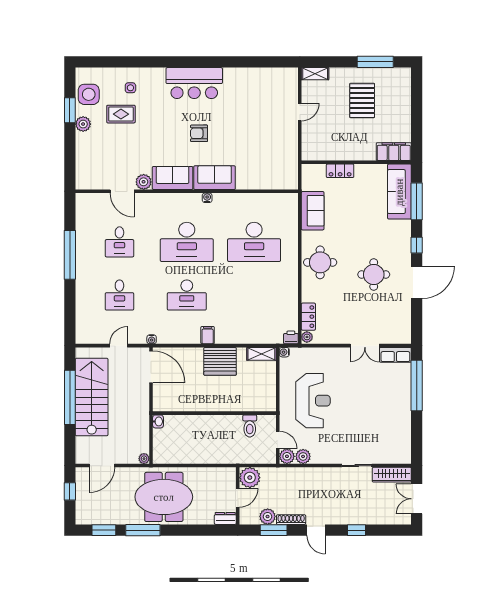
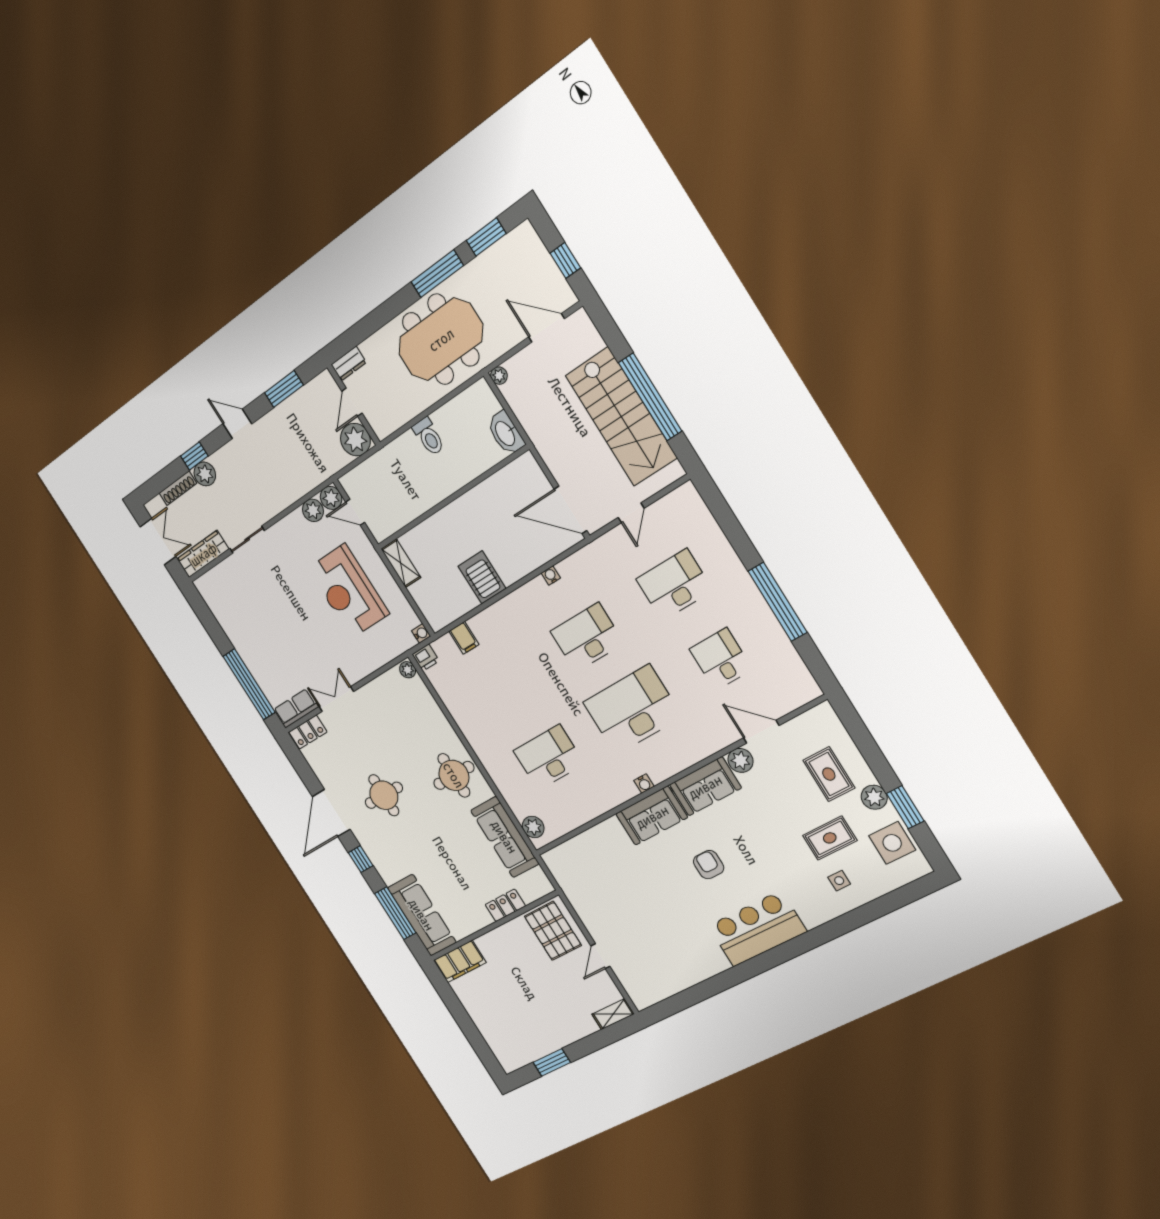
window: (375, 62) -> (552, 1062), width x0.69
pallet: (362, 101) -> (553, 931), moved
armchair: (199, 133) -> (709, 865), turned -90
rug: (100, 149) -> (829, 774), added
plant: (291, 208) -> (533, 827), added
sofa: (313, 211) -> (505, 837), width x1.36
desk: (254, 242) -> (549, 757), width x0.73, depth x0.77
desk: (119, 295) -> (674, 585), width x1.37
locker: (308, 317) -> (308, 732), moved, turned -90
filing cabinet: (208, 335) -> (464, 638), moved
water cooler: (152, 339) -> (551, 576), moved
shelving: (261, 354) -> (401, 563), moved, turned 90
server rack: (220, 361) -> (482, 577), width x0.63
washbasin: (158, 421) -> (506, 433), width x1.91, depth x1.45
toilet: (250, 426) -> (429, 437), moved, turned 180
door: (102, 466) -> (547, 328), hinge flipped
plant: (268, 517) -> (205, 474), moved
shoe rack: (291, 520) -> (178, 488), moved

